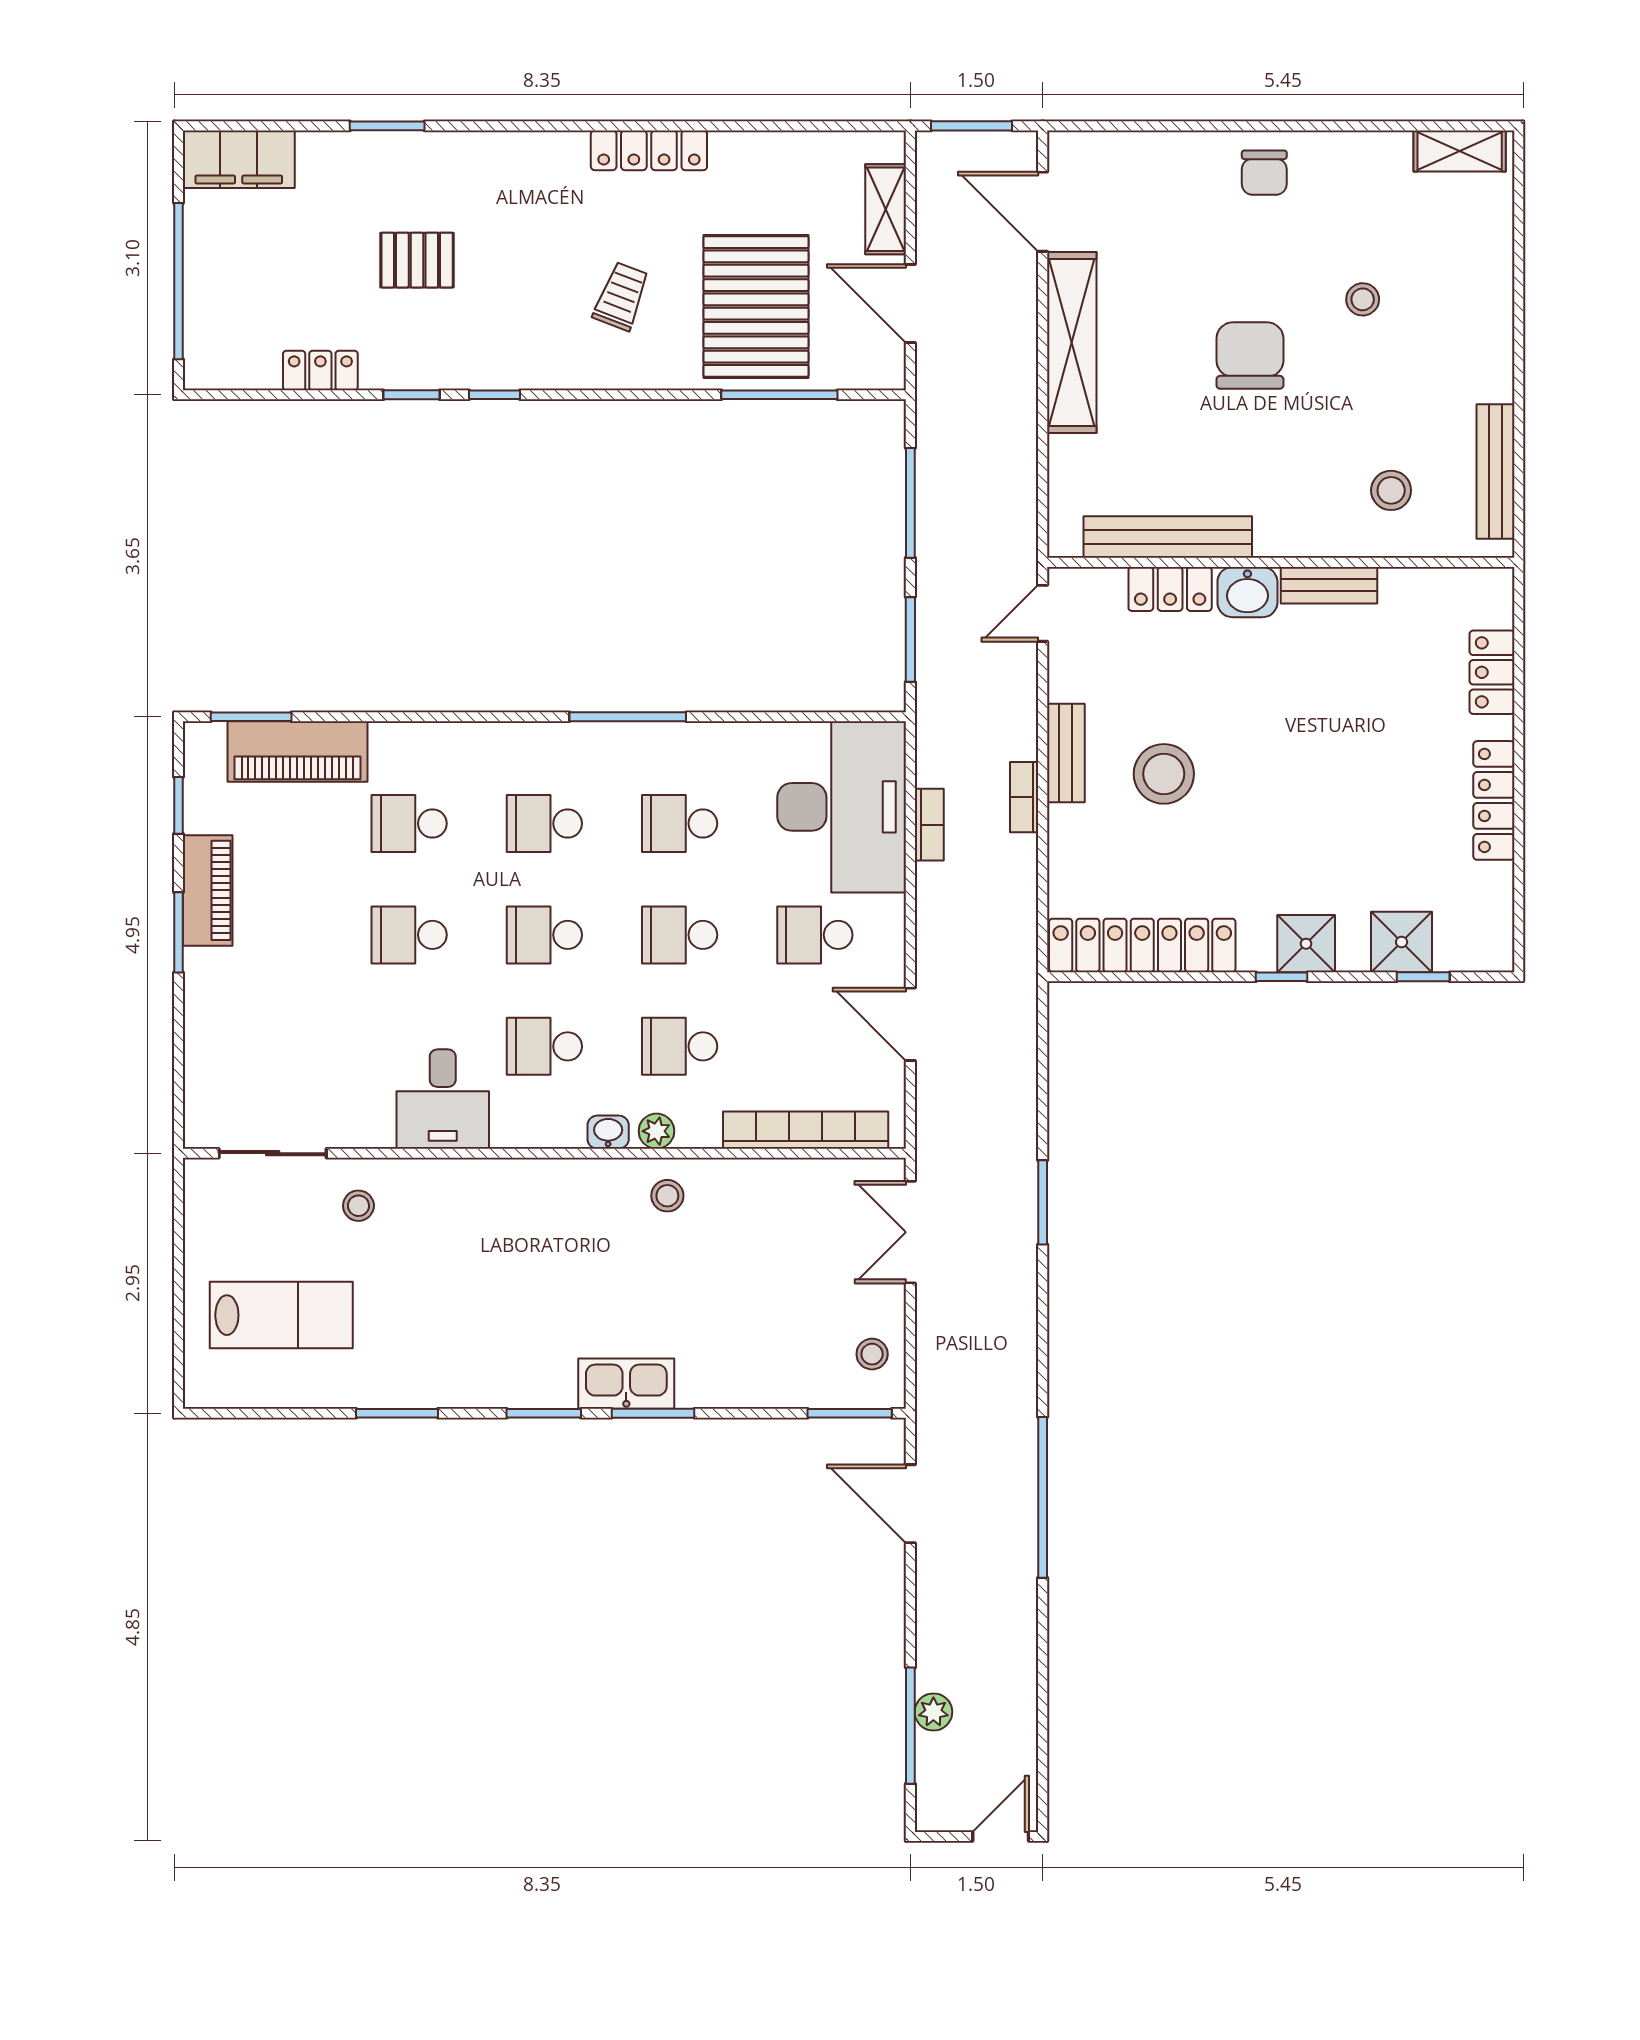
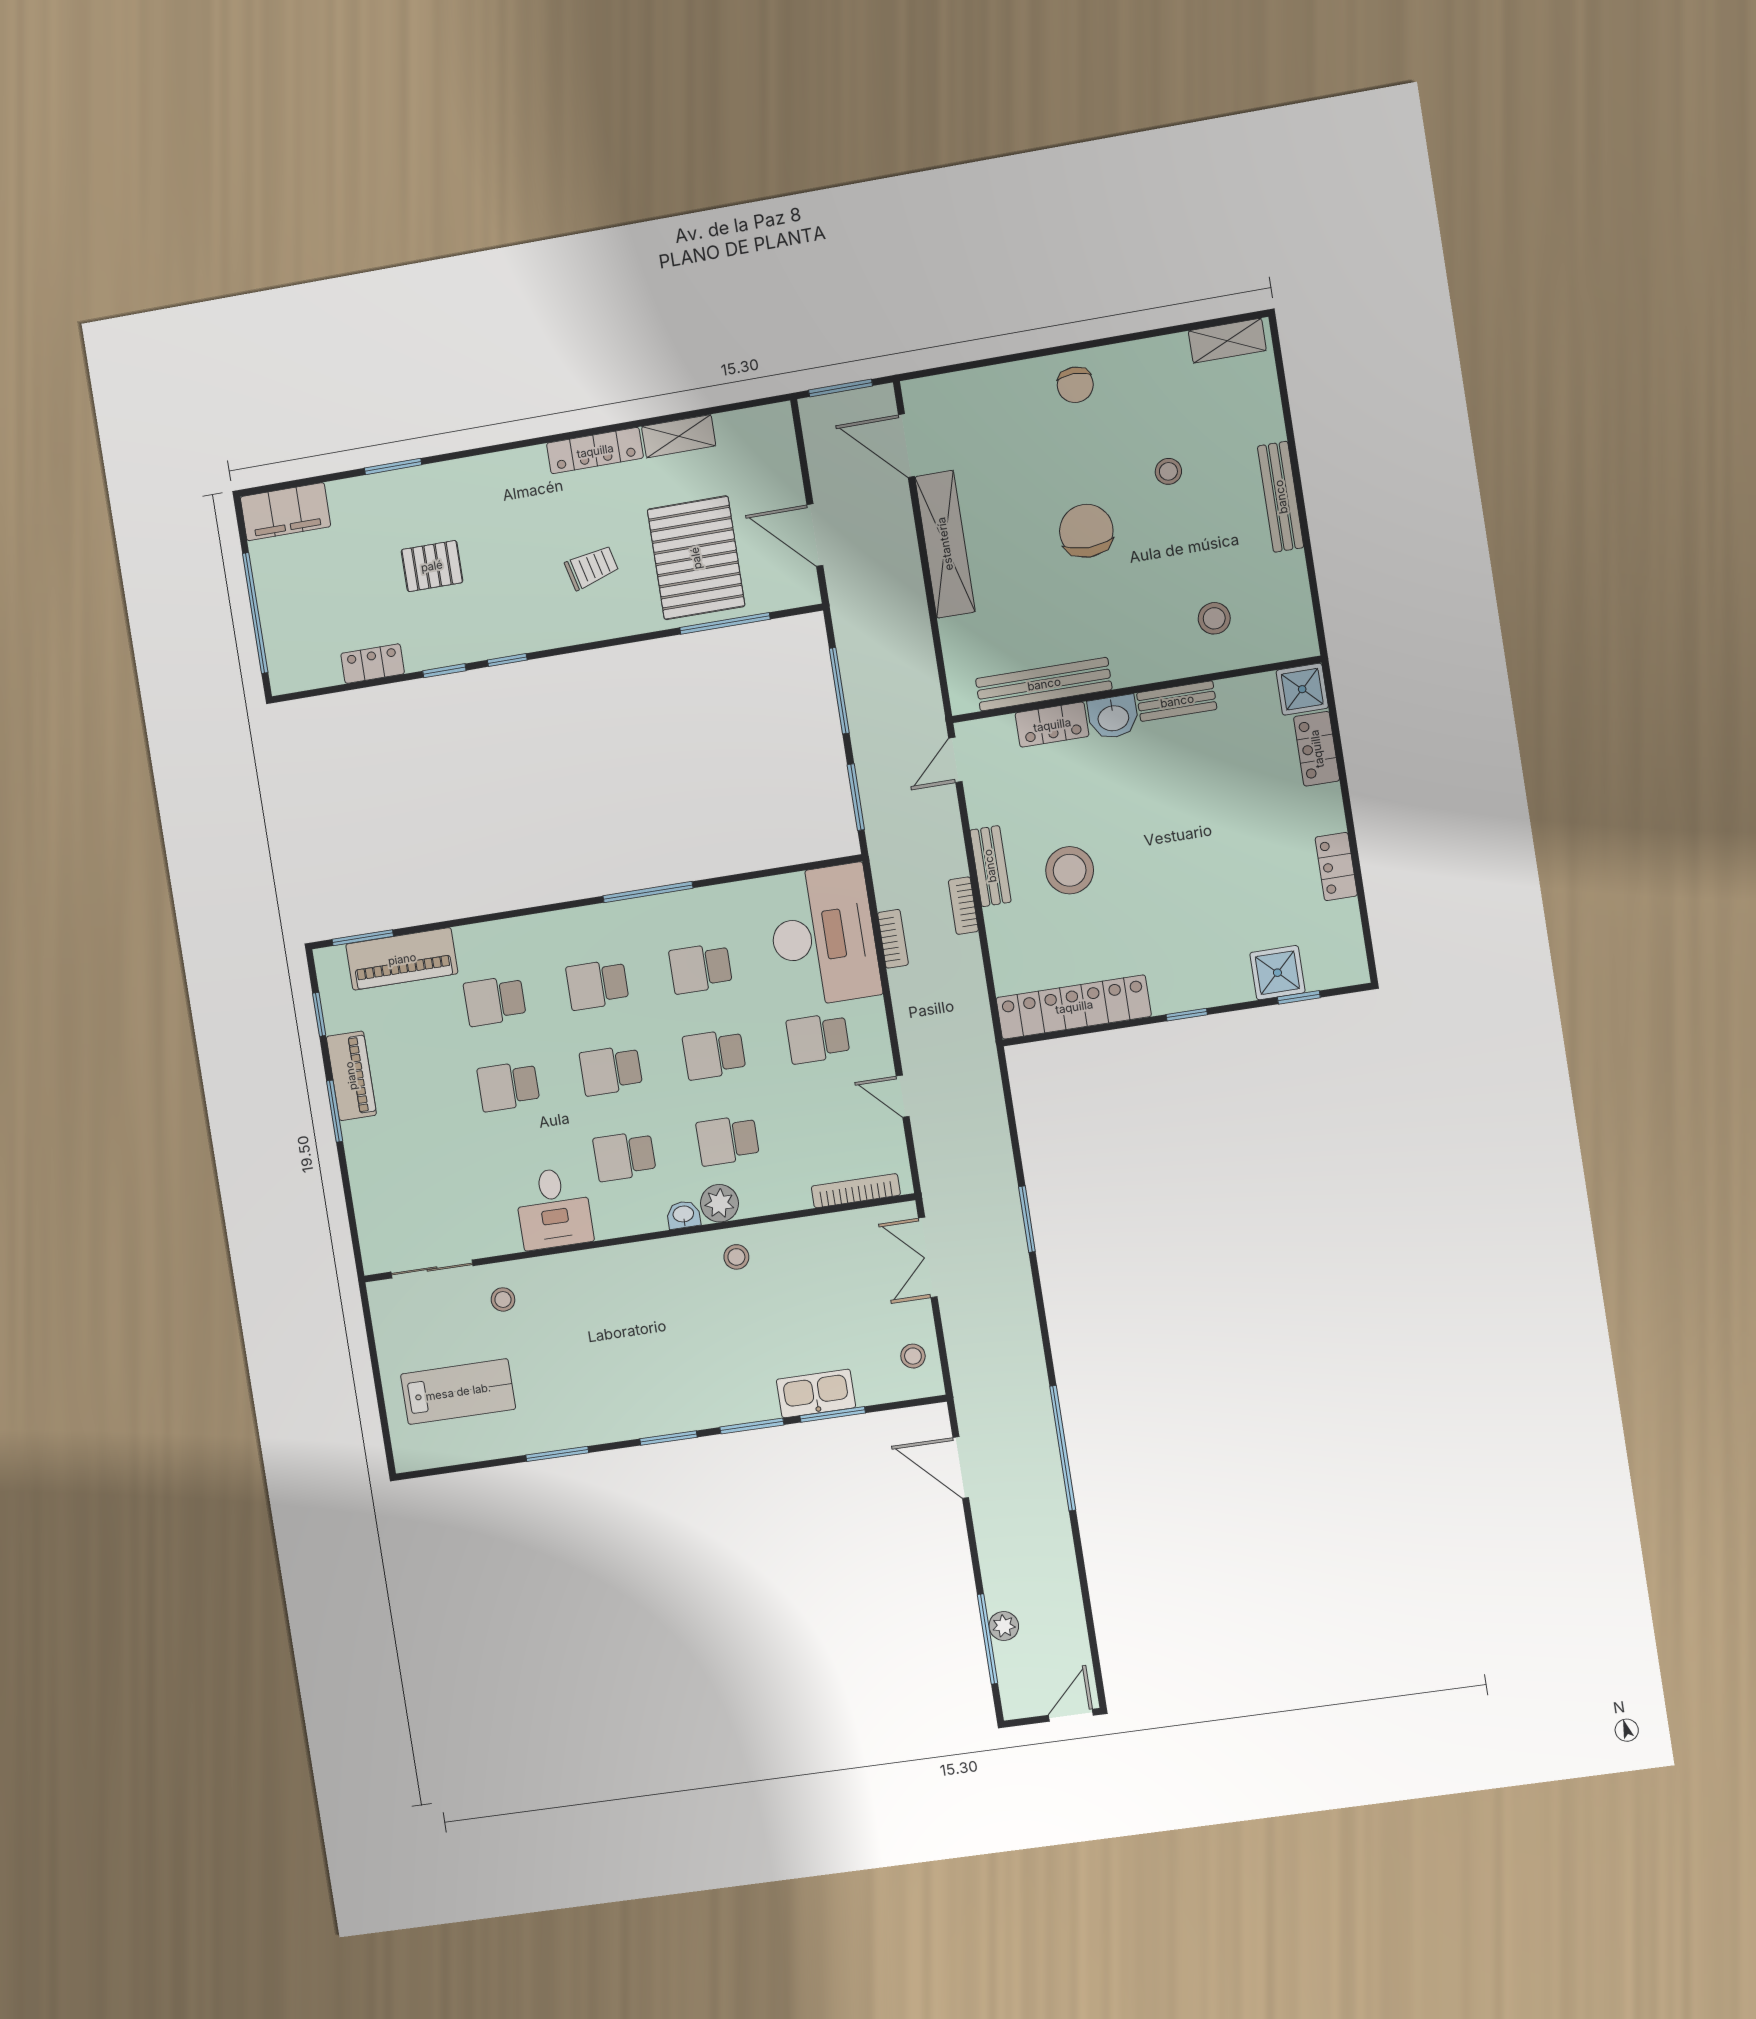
shelving: (886, 209) -> (679, 436), moved, turned 90
trolley: (621, 296) -> (592, 567), turned 55
bench: (1496, 472) -> (1281, 497), moved
locker: (1494, 800) -> (1336, 867), width x0.66
shower: (1306, 944) -> (1302, 689), moved
door: (910, 1024) -> (903, 1096), width x0.73
bookcase: (806, 1130) -> (856, 1191), width x0.68, depth x0.76
plant: (656, 1131) -> (719, 1203), width x1.38, depth x1.38
kitchen sink: (626, 1384) -> (816, 1393), moved
window: (850, 1413) -> (833, 1414), moved

